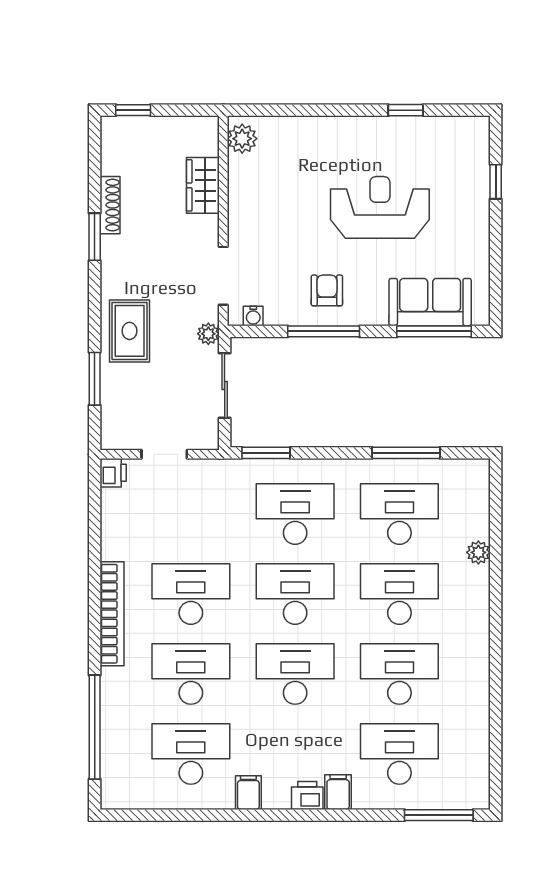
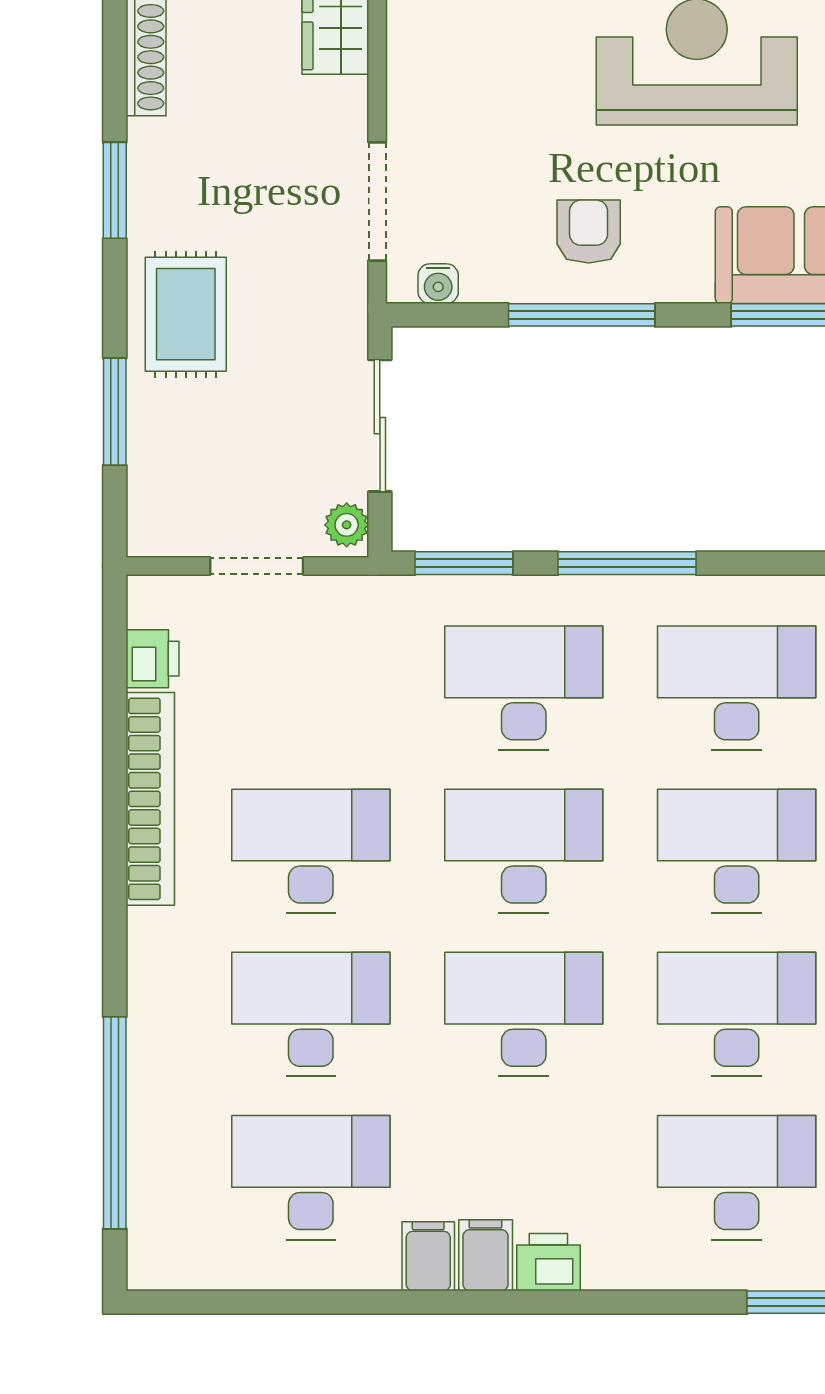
window: (95, 237) -> (115, 190), moved
plant: (208, 334) -> (347, 525), moved
window: (406, 453) -> (627, 563), moved
printer: (113, 473) -> (152, 659), moved
bookcase: (112, 614) -> (150, 799), moved
filing cabinet: (338, 792) -> (486, 1255), moved

